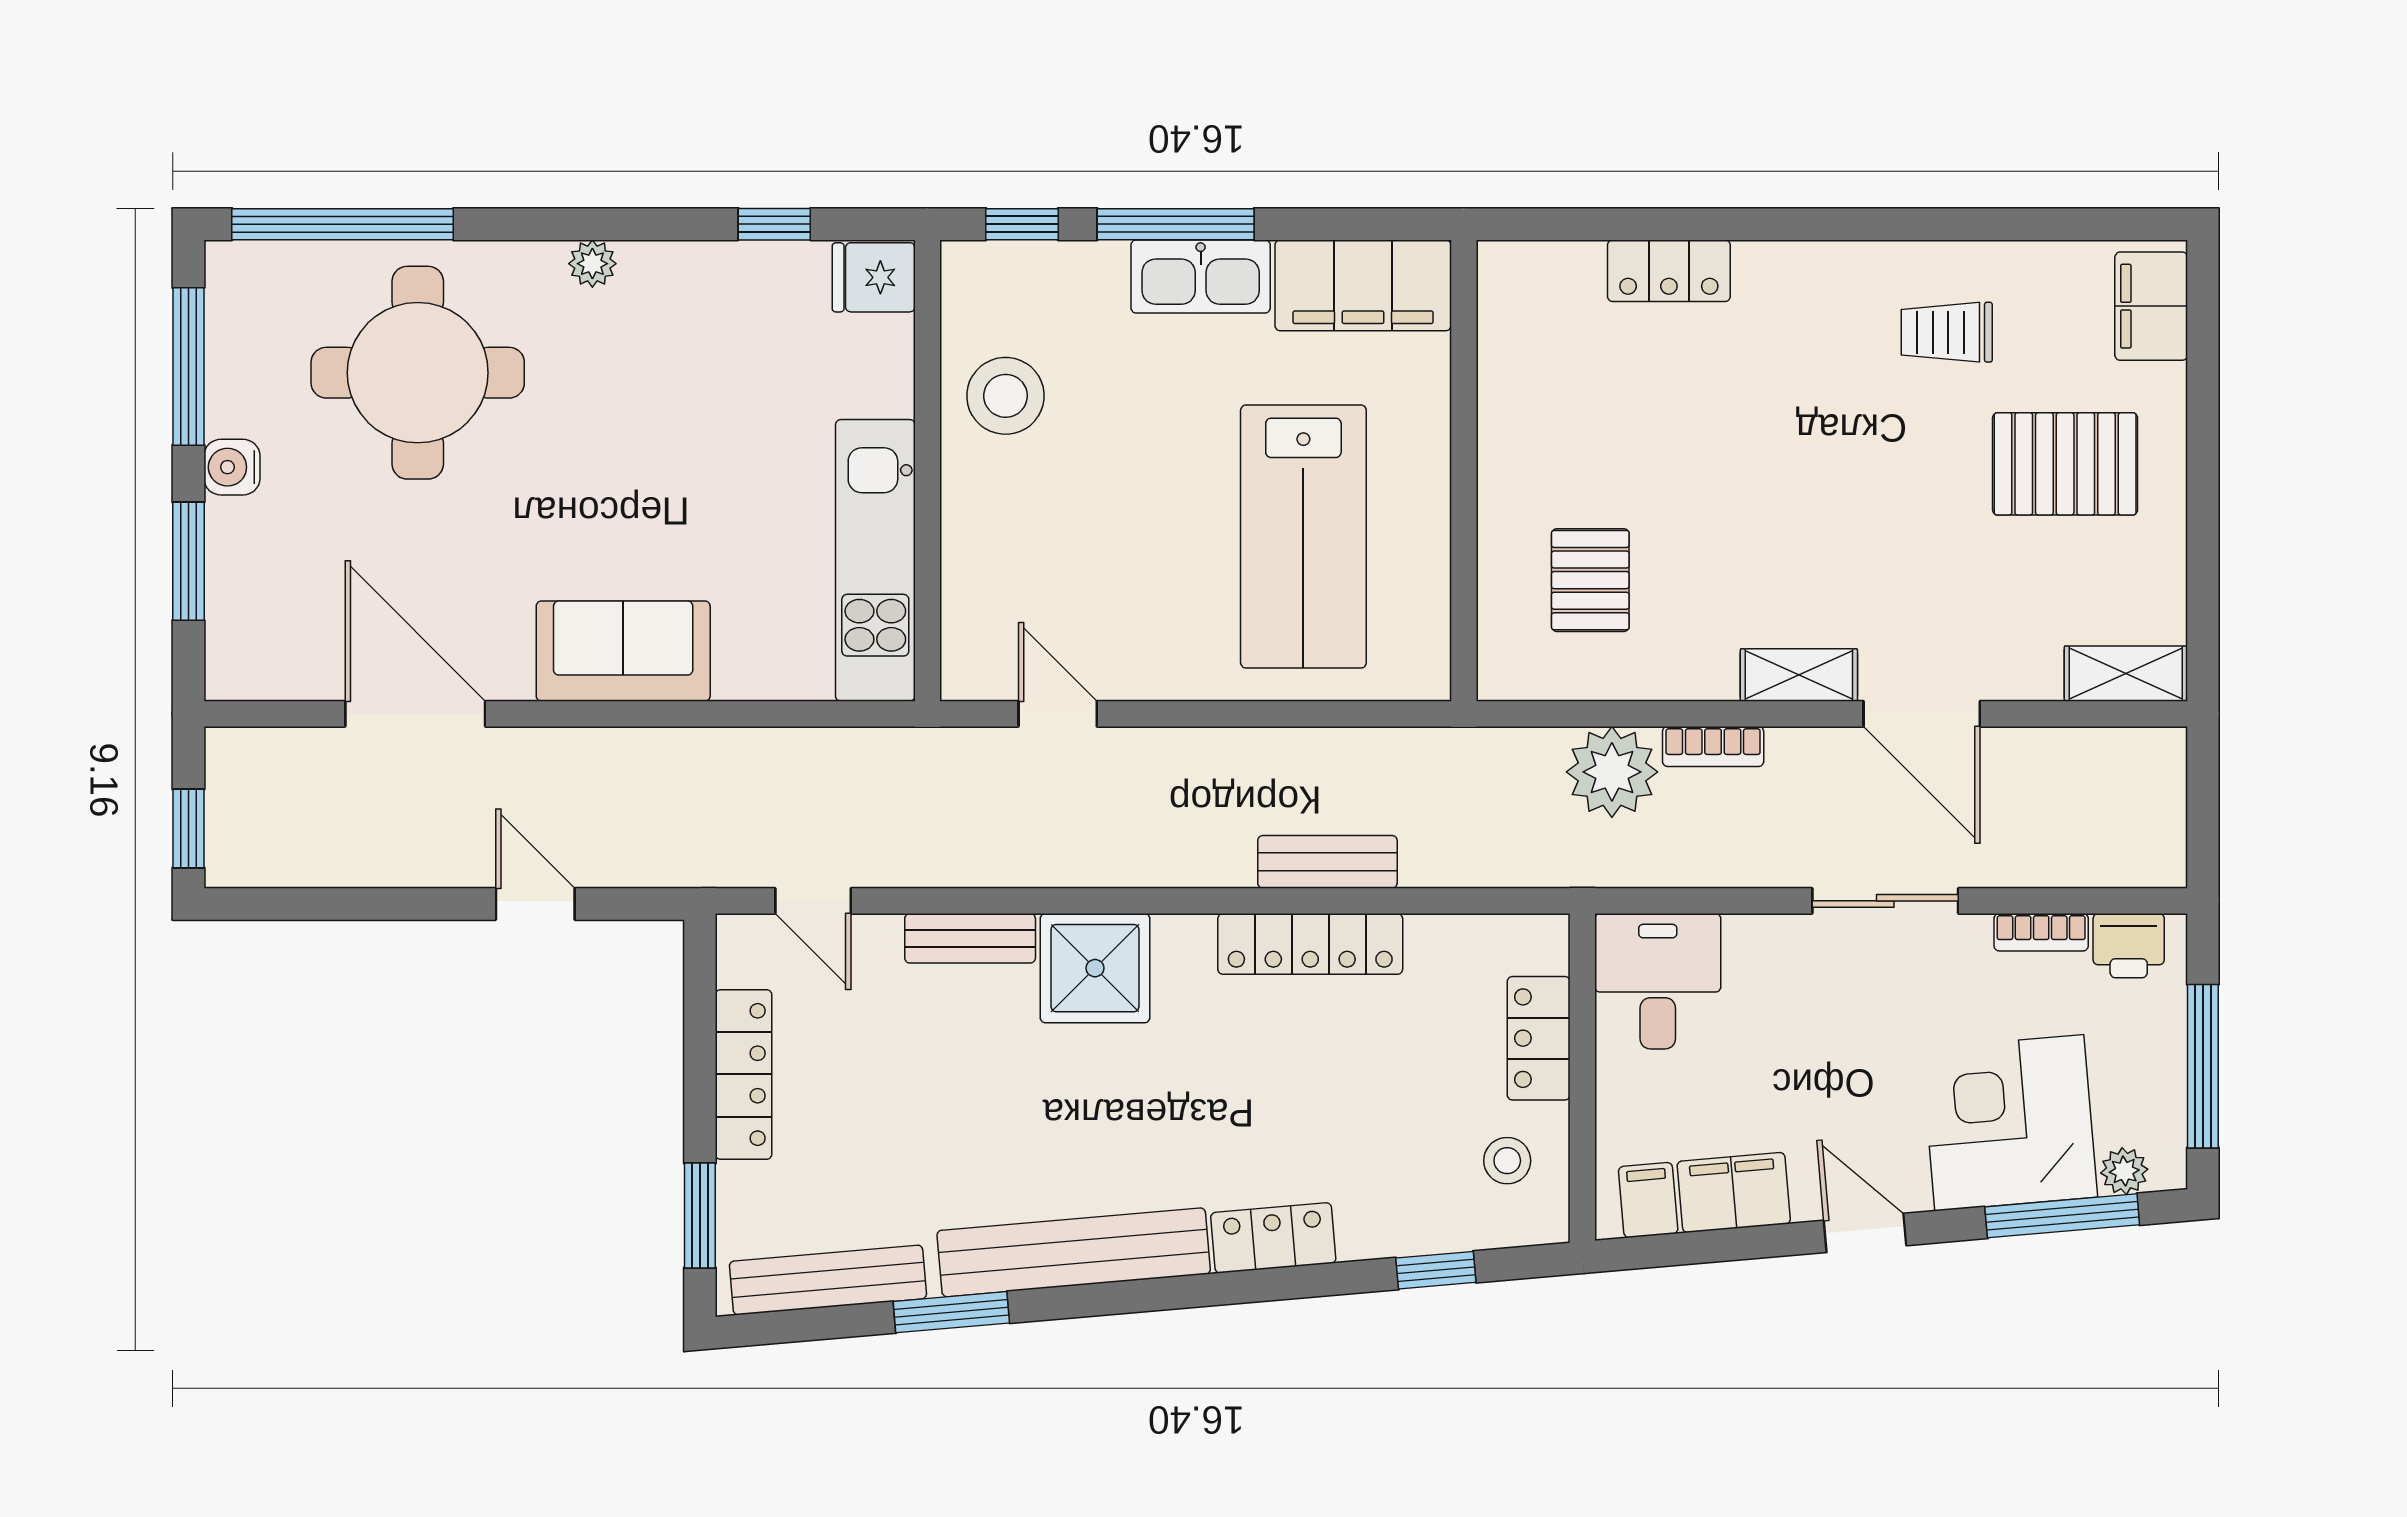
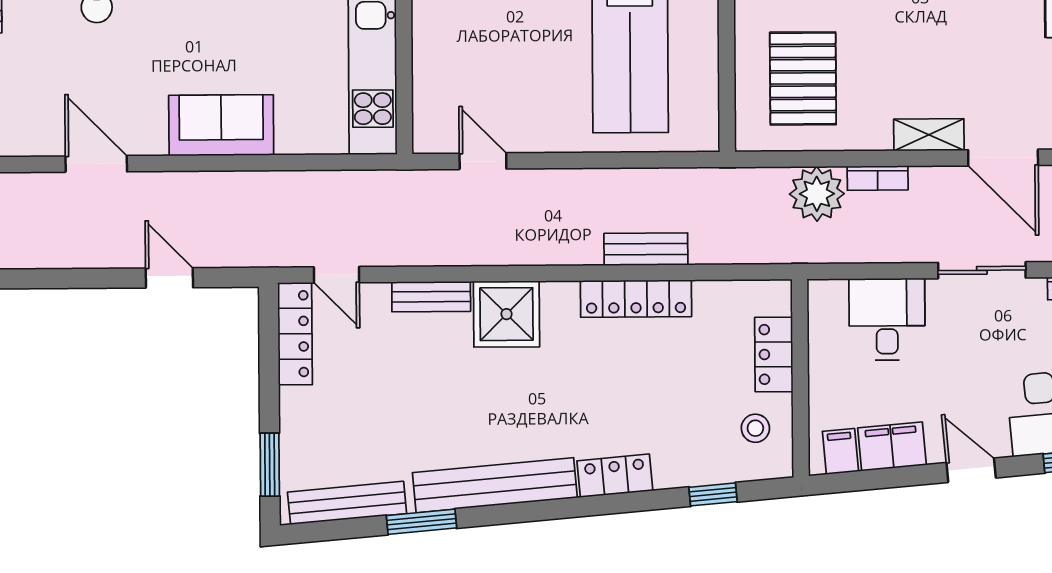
pallet: (1590, 580) -> (803, 78), width x1.50, depth x1.42
door: (415, 714) -> (96, 164), width x0.73
desk: (1658, 981) -> (887, 319), moved
locker: (744, 1074) -> (295, 334), moved

